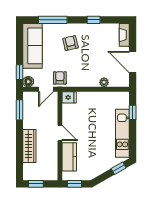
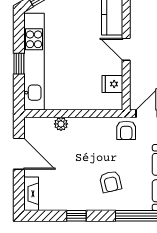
fridge: (69, 97) -> (112, 84), moved
window: (133, 112) -> (19, 64), moved
kitchen unit: (122, 133) -> (34, 62), width x1.36

